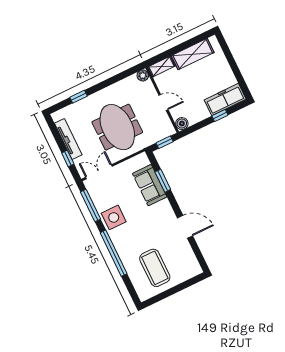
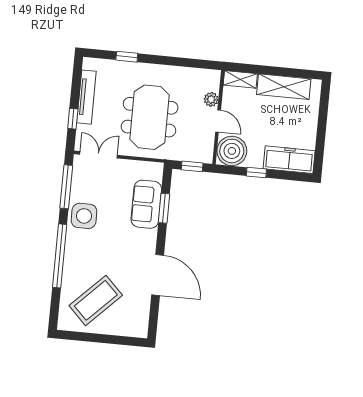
plant: (143, 75) -> (211, 99), moved
window: (220, 116) -> (256, 173), moved
boiler: (182, 124) -> (232, 151), width x1.86, depth x1.86
door: (185, 227) -> (158, 275), width x1.36
coffee table: (155, 268) -> (96, 300), turned 45

